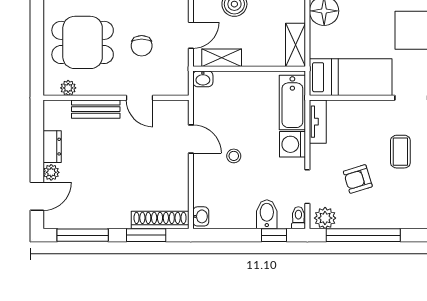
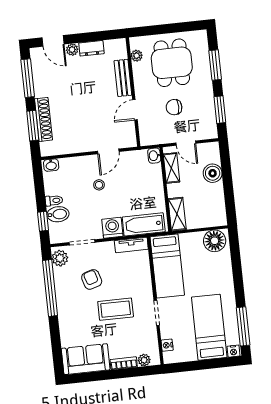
shelving: (295, 45) -> (177, 214), moved, turned 90
coffee table: (400, 152) -> (116, 309), width x1.36, depth x1.30
toilet: (298, 218) -> (54, 201), moved
shoe rack: (160, 220) -> (44, 119), moved

